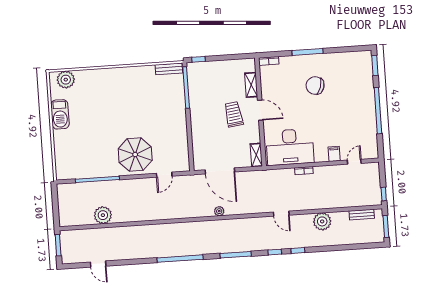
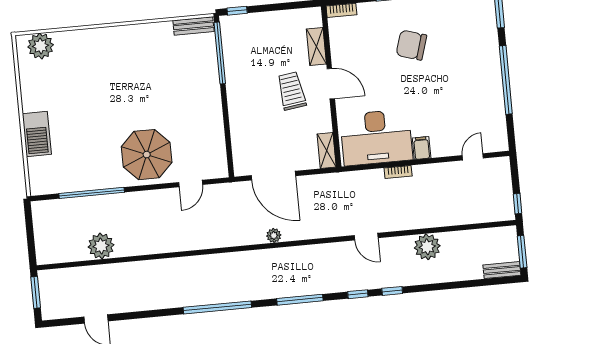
barbecue: (60, 114) -> (37, 134), moved
filing cabinet: (334, 154) -> (422, 148), moved
bench: (362, 215) -> (502, 270), moved

